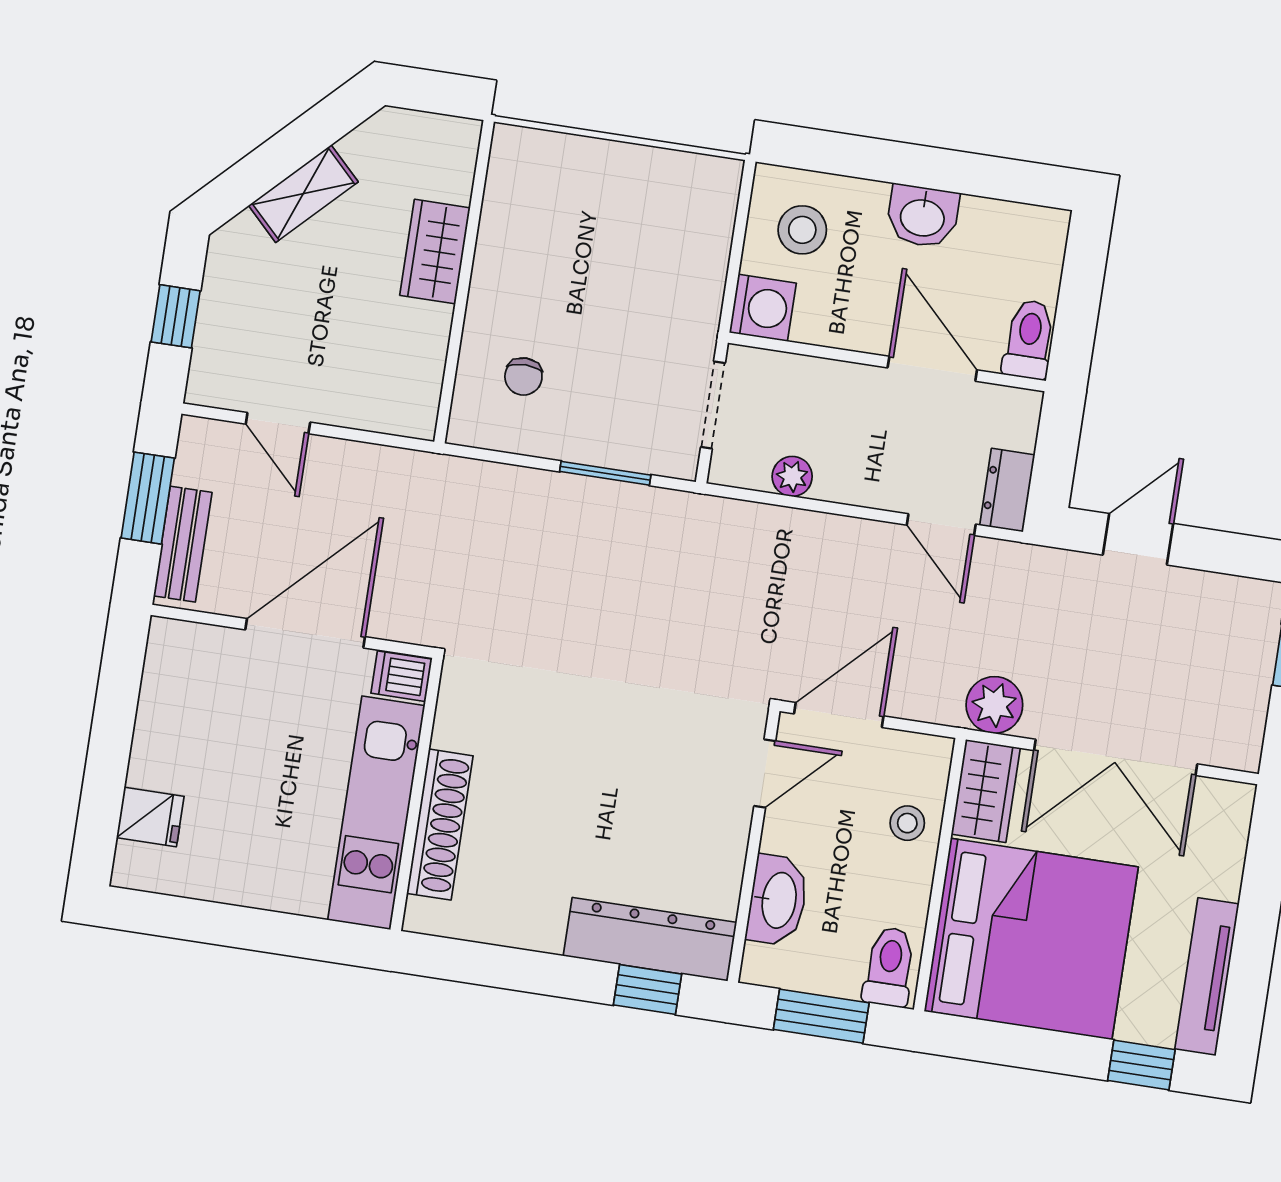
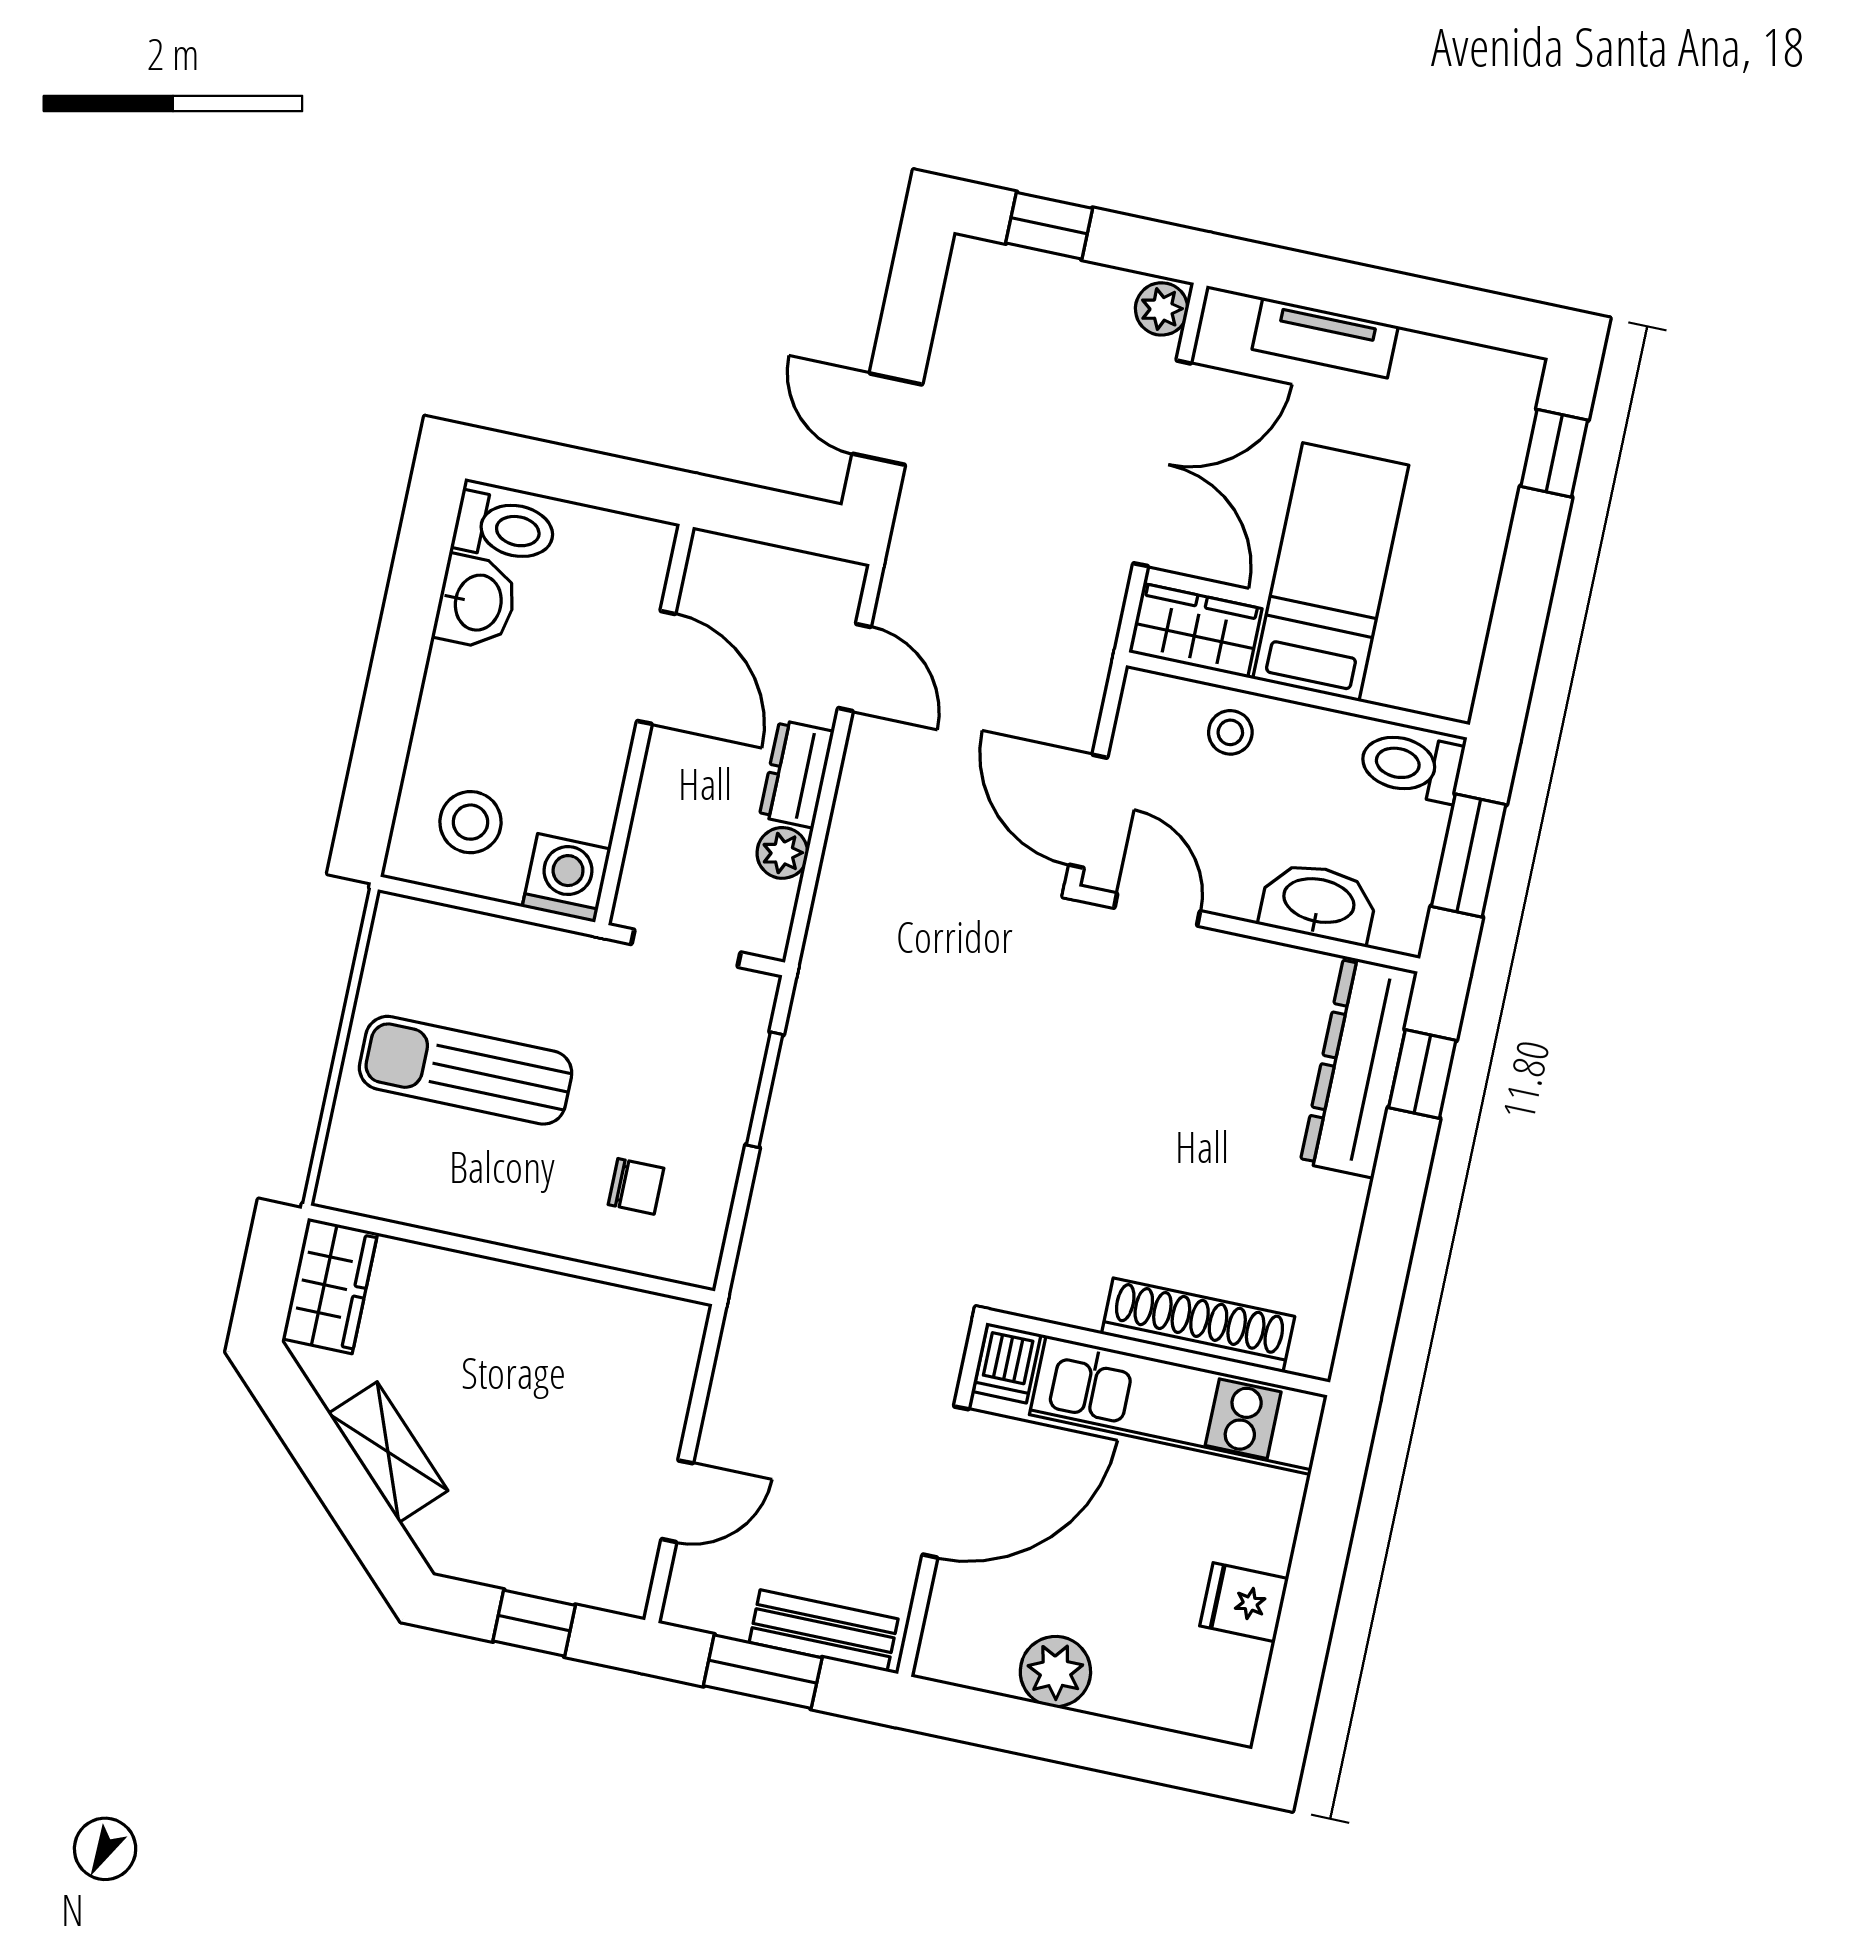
washbasin: (923, 216) -> (476, 602), moved
sun lounger: (607, 237) -> (466, 1070), added
wardrobe: (435, 252) -> (330, 1286), moved, turned -90
toilet: (1029, 339) -> (504, 528), moved, turned 180
door: (932, 369) -> (656, 667), swing flipped
dresser: (1007, 490) -> (797, 774), moved, turned 90
door: (941, 525) -> (854, 668), hinge flipped
door: (305, 633) -> (946, 1482), swing flipped
plant: (994, 705) -> (1162, 309), moved, width x0.73, depth x0.73
plant: (161, 728) -> (1055, 1672), added
fridge: (150, 817) -> (1244, 1602), moved, turned -90
bed: (1031, 939) -> (1331, 572), width x0.49
tv unit: (1207, 977) -> (1325, 338), moved, width x0.71

